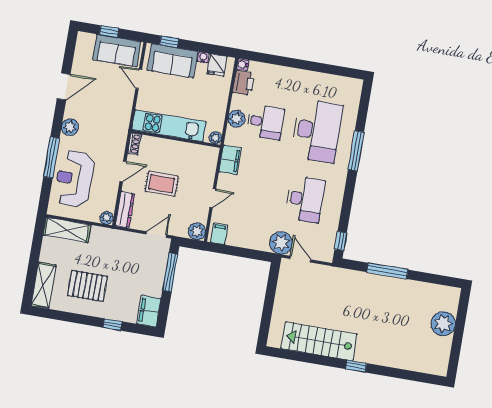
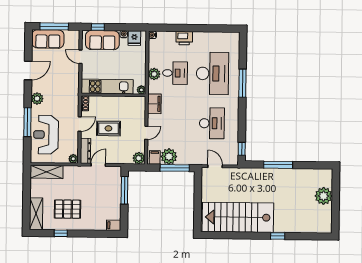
window: (109, 31) -> (54, 26), width x2.17
sofa: (117, 51) -> (48, 39), moved
printer: (244, 83) -> (184, 38), moved, turned 90
door: (156, 235) -> (98, 165), moved
plant: (281, 243) -> (169, 156), moved
window: (244, 253) -> (175, 168), added
filing cabinet: (149, 311) -> (114, 225), width x0.50
window: (112, 324) -> (61, 233), moved
stairs: (319, 341) -> (238, 217), width x1.36, depth x1.51
window: (356, 366) -> (278, 236), moved

